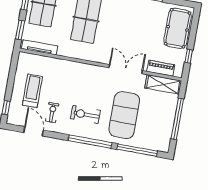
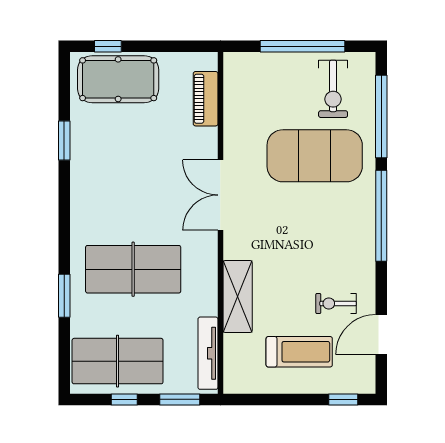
window: (189, 56) -> (108, 46), moved
double door: (126, 69) -> (220, 195), moved
shelving: (163, 84) -> (238, 297), moved
treadmill: (32, 91) -> (299, 352), turned 180
exercise bike: (85, 114) -> (333, 89), moved

